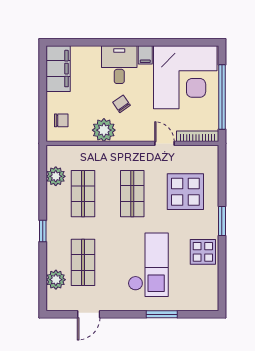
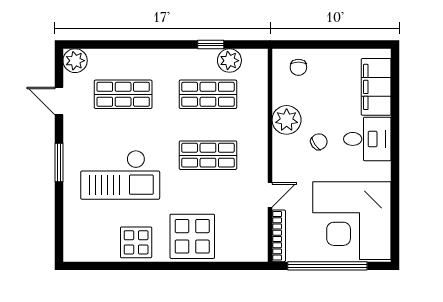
filing cabinet: (145, 55) -> (379, 171), removed
filing cabinet: (58, 69) -> (376, 87), moved, turned 90
display table: (185, 192) -> (192, 236), moved
window: (222, 221) -> (174, 266), removed
window: (43, 231) -> (211, 45), moved
plant: (56, 280) -> (75, 61), moved
window: (162, 314) -> (59, 162), moved

